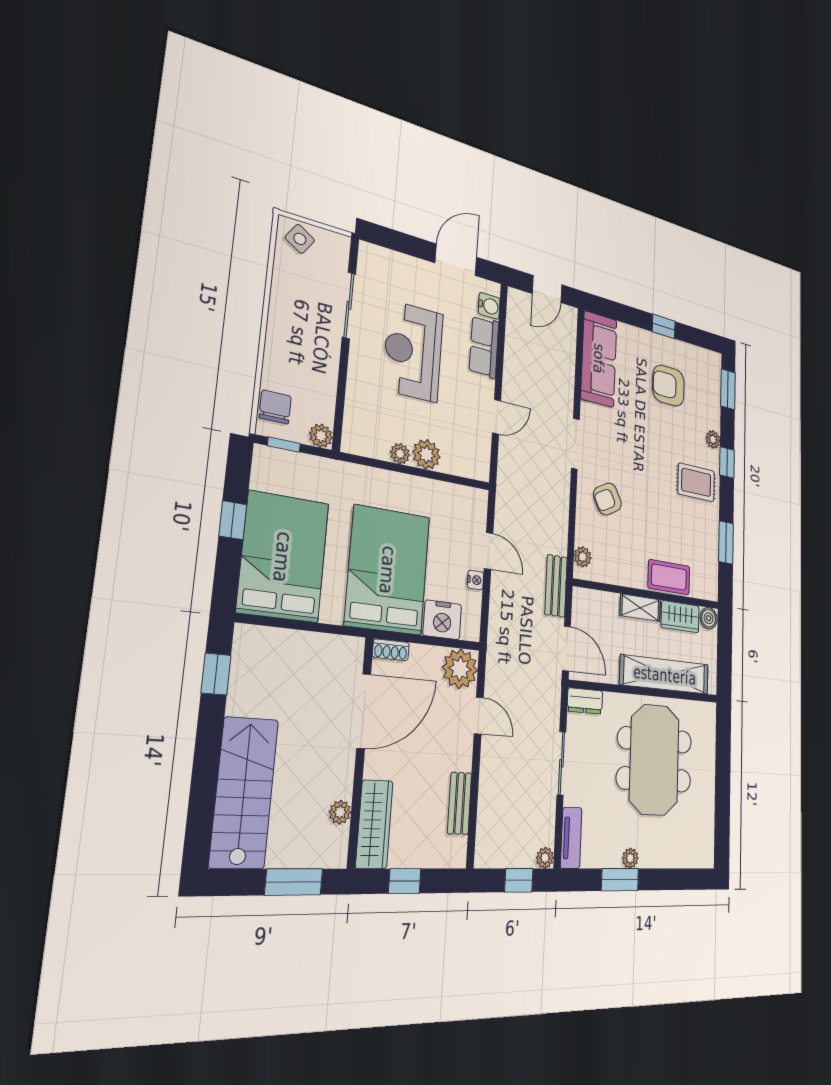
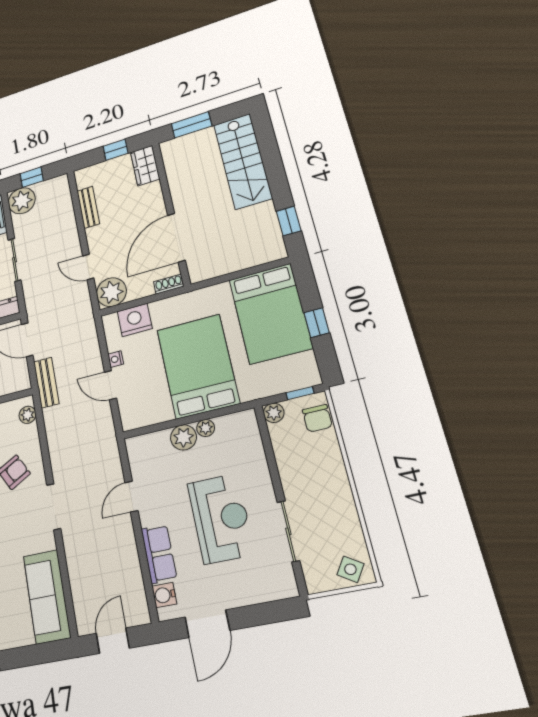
bed: (388, 570) -> (198, 366), moved, turned 180
plant: (340, 812) -> (173, 173), removed
wardrobe: (374, 824) -> (145, 166), width x0.67
plant: (545, 858) -> (22, 201), width x1.88, depth x1.88

